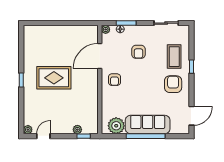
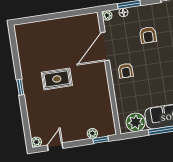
rug: (54, 78) -> (57, 79), width x0.73, depth x0.70

